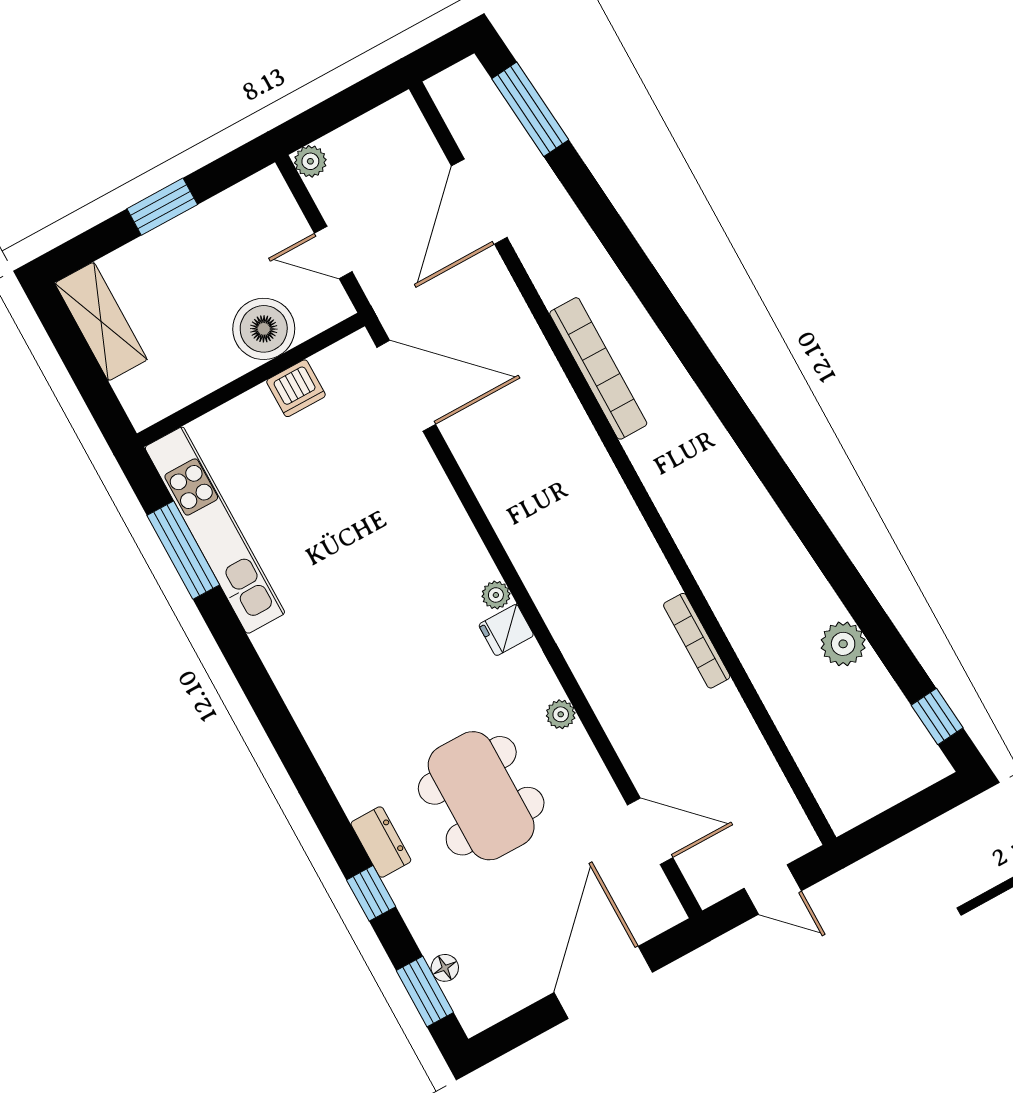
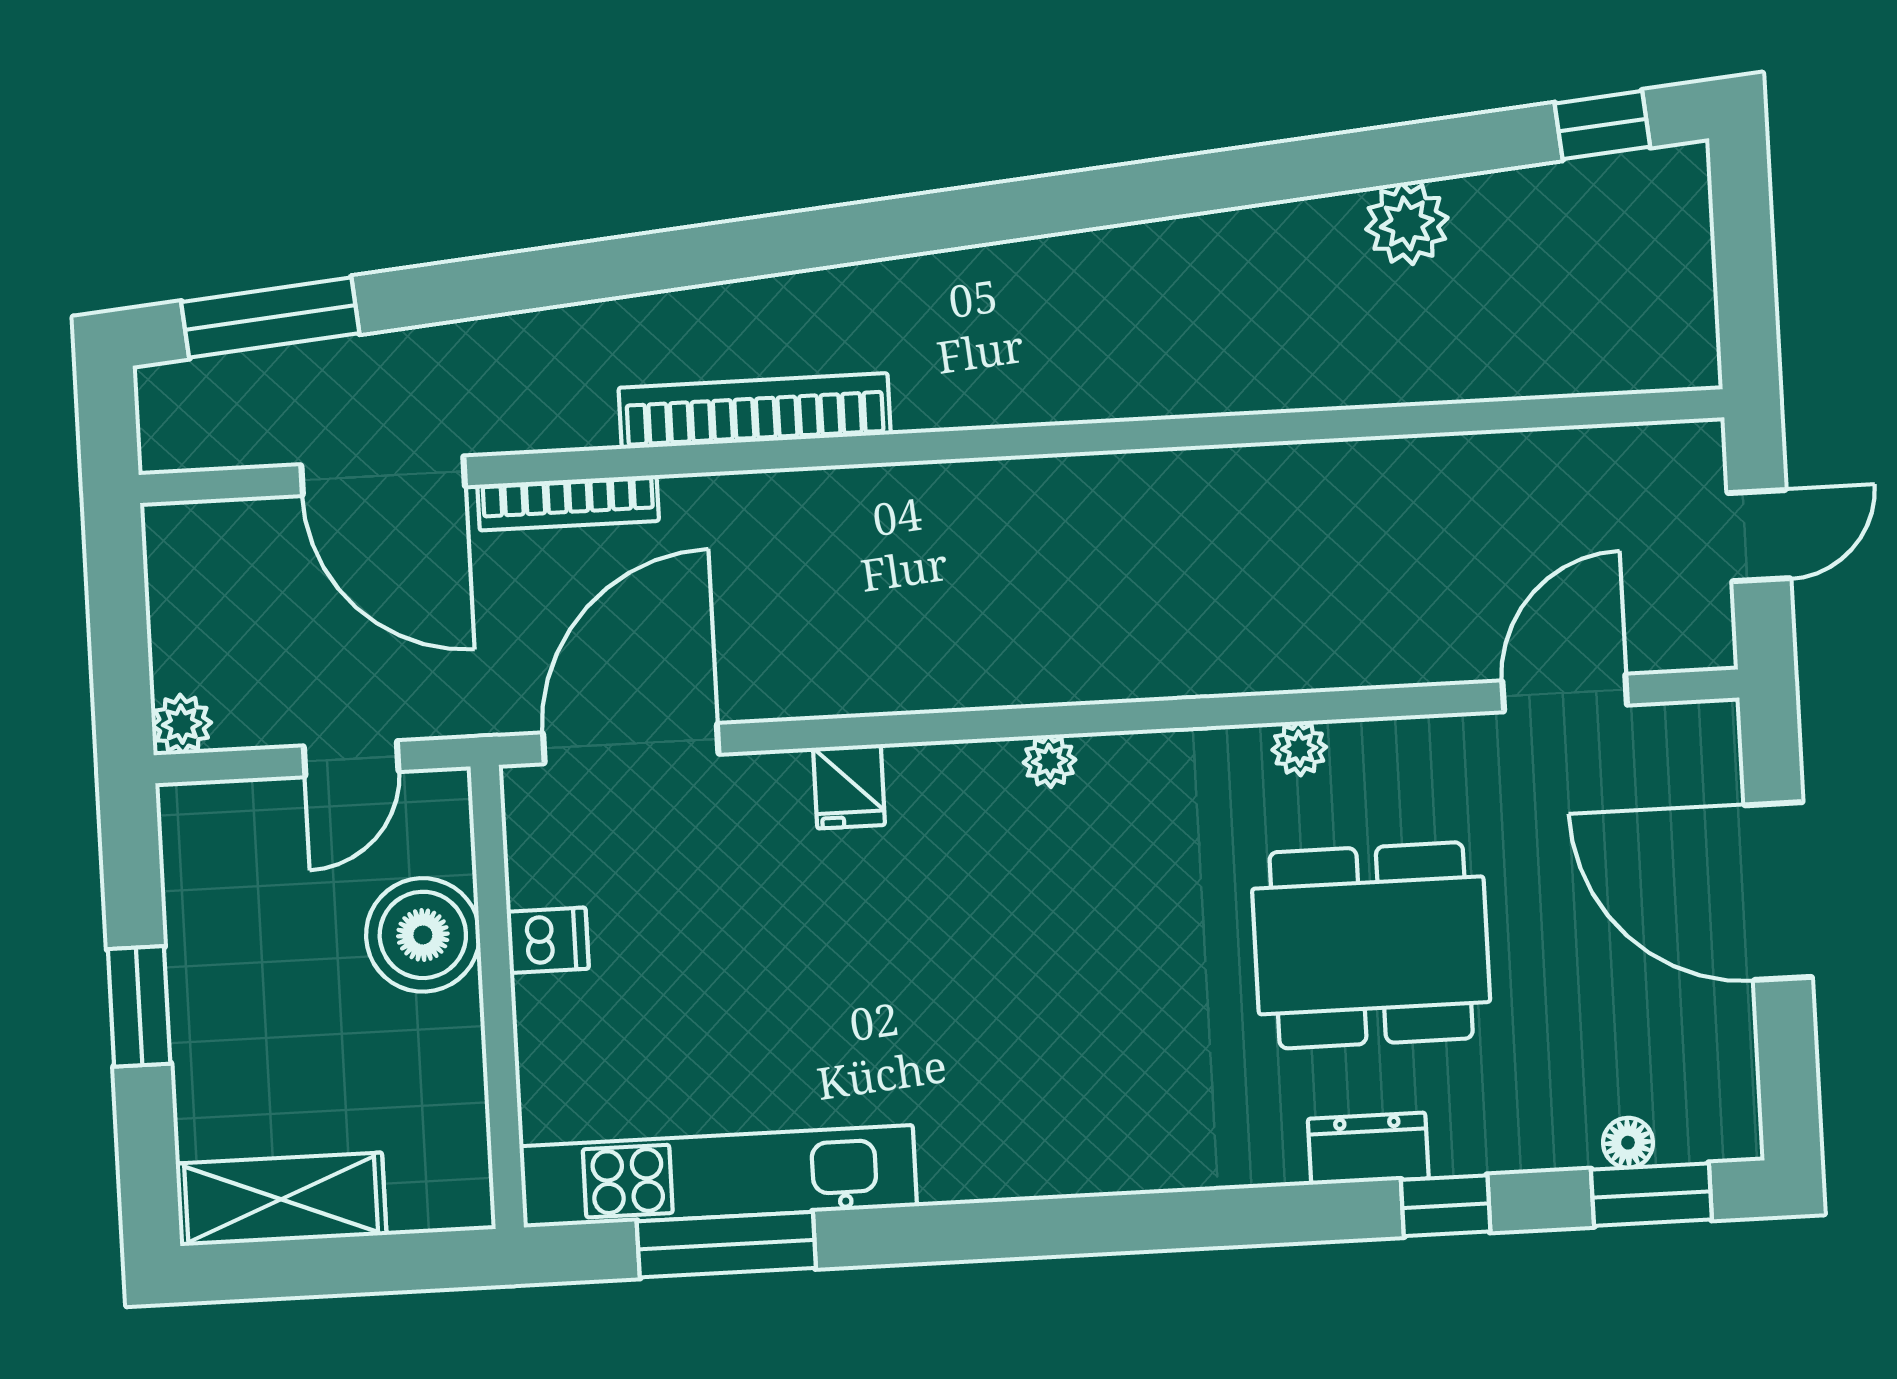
dishwasher: (296, 388) -> (548, 940), width x0.73
fridge: (506, 630) -> (849, 786), moved
bookcase: (697, 641) -> (568, 503), moved

